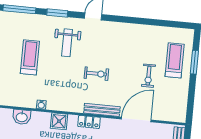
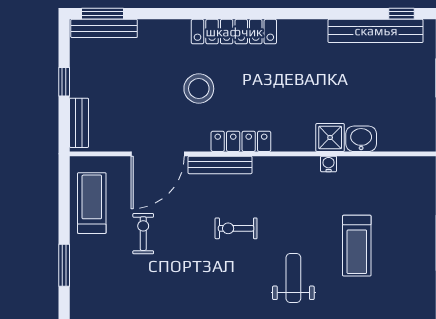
treadmill: (175, 60) -> (92, 203), moved, turned 180
shower: (59, 121) -> (330, 137), moved
locker: (89, 122) -> (241, 141), width x1.53

